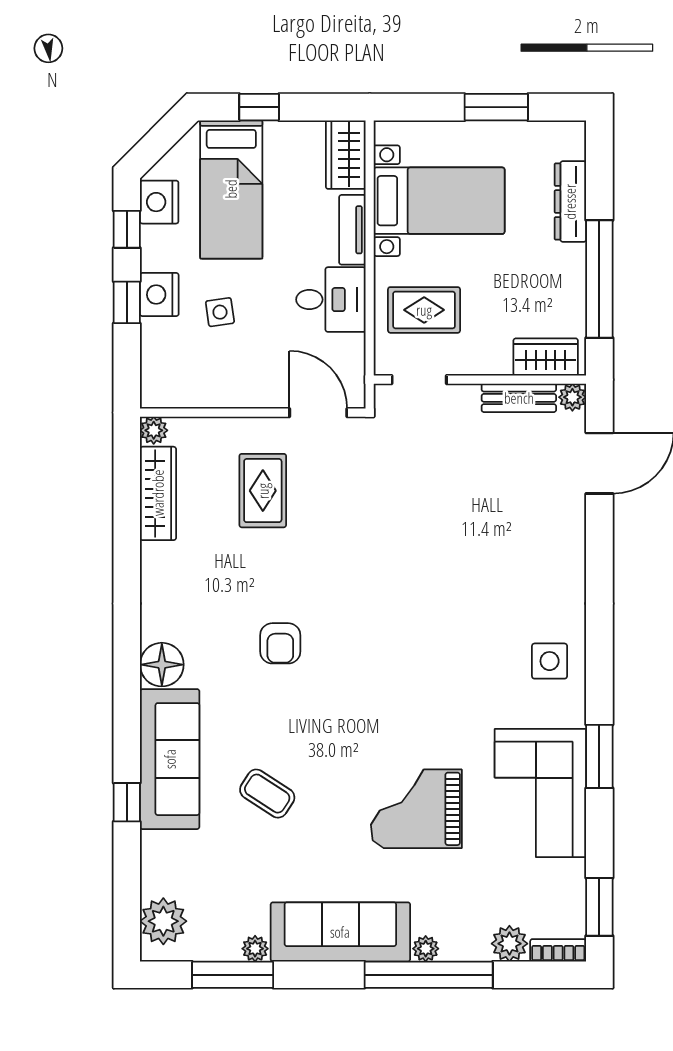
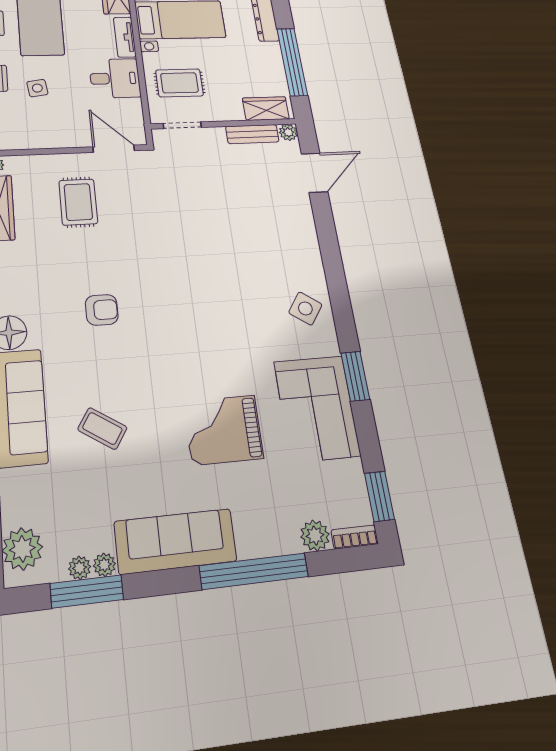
armchair: (280, 643) -> (102, 310), turned -90
side table: (550, 661) -> (305, 309), turned 35
plant: (426, 949) -> (80, 568), moved

